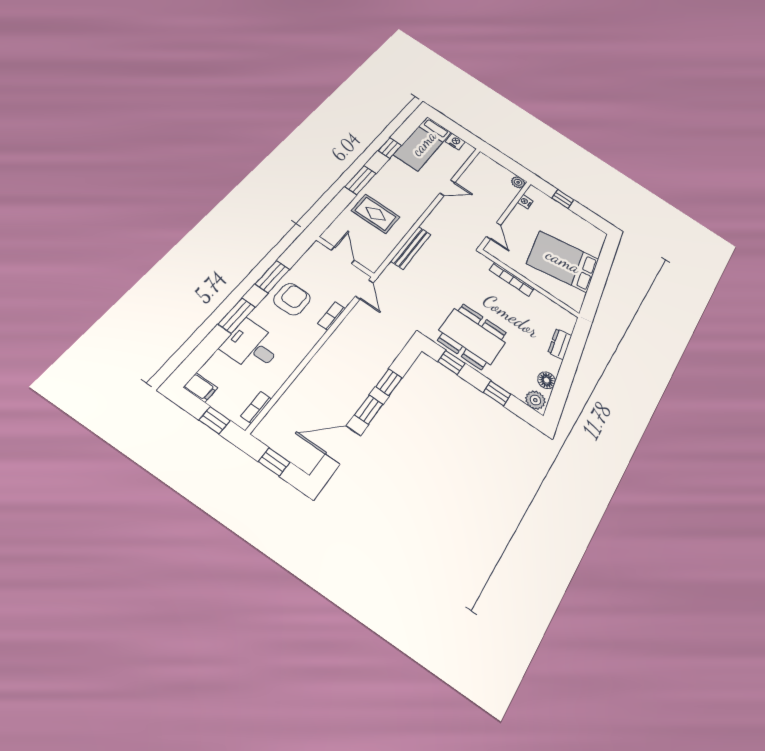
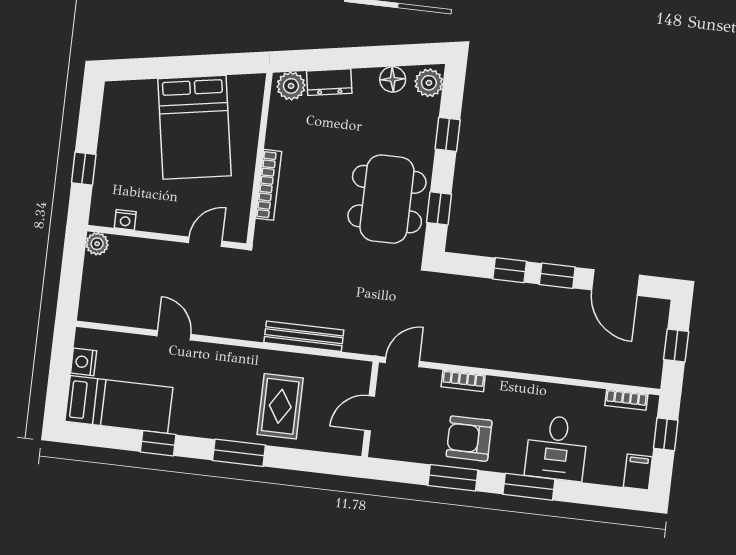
plant: (566, 323) -> (291, 86), added

